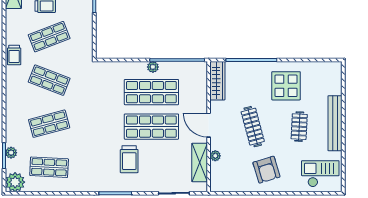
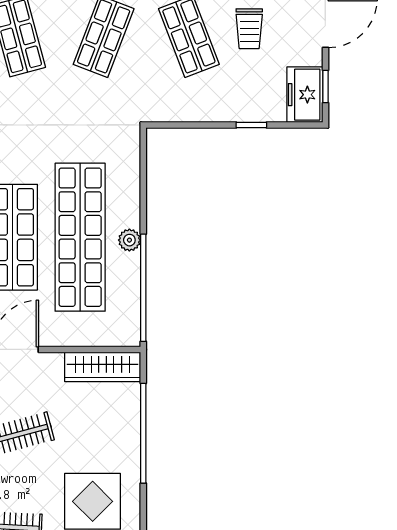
shop shelf: (151, 92) -> (80, 237), width x1.40

